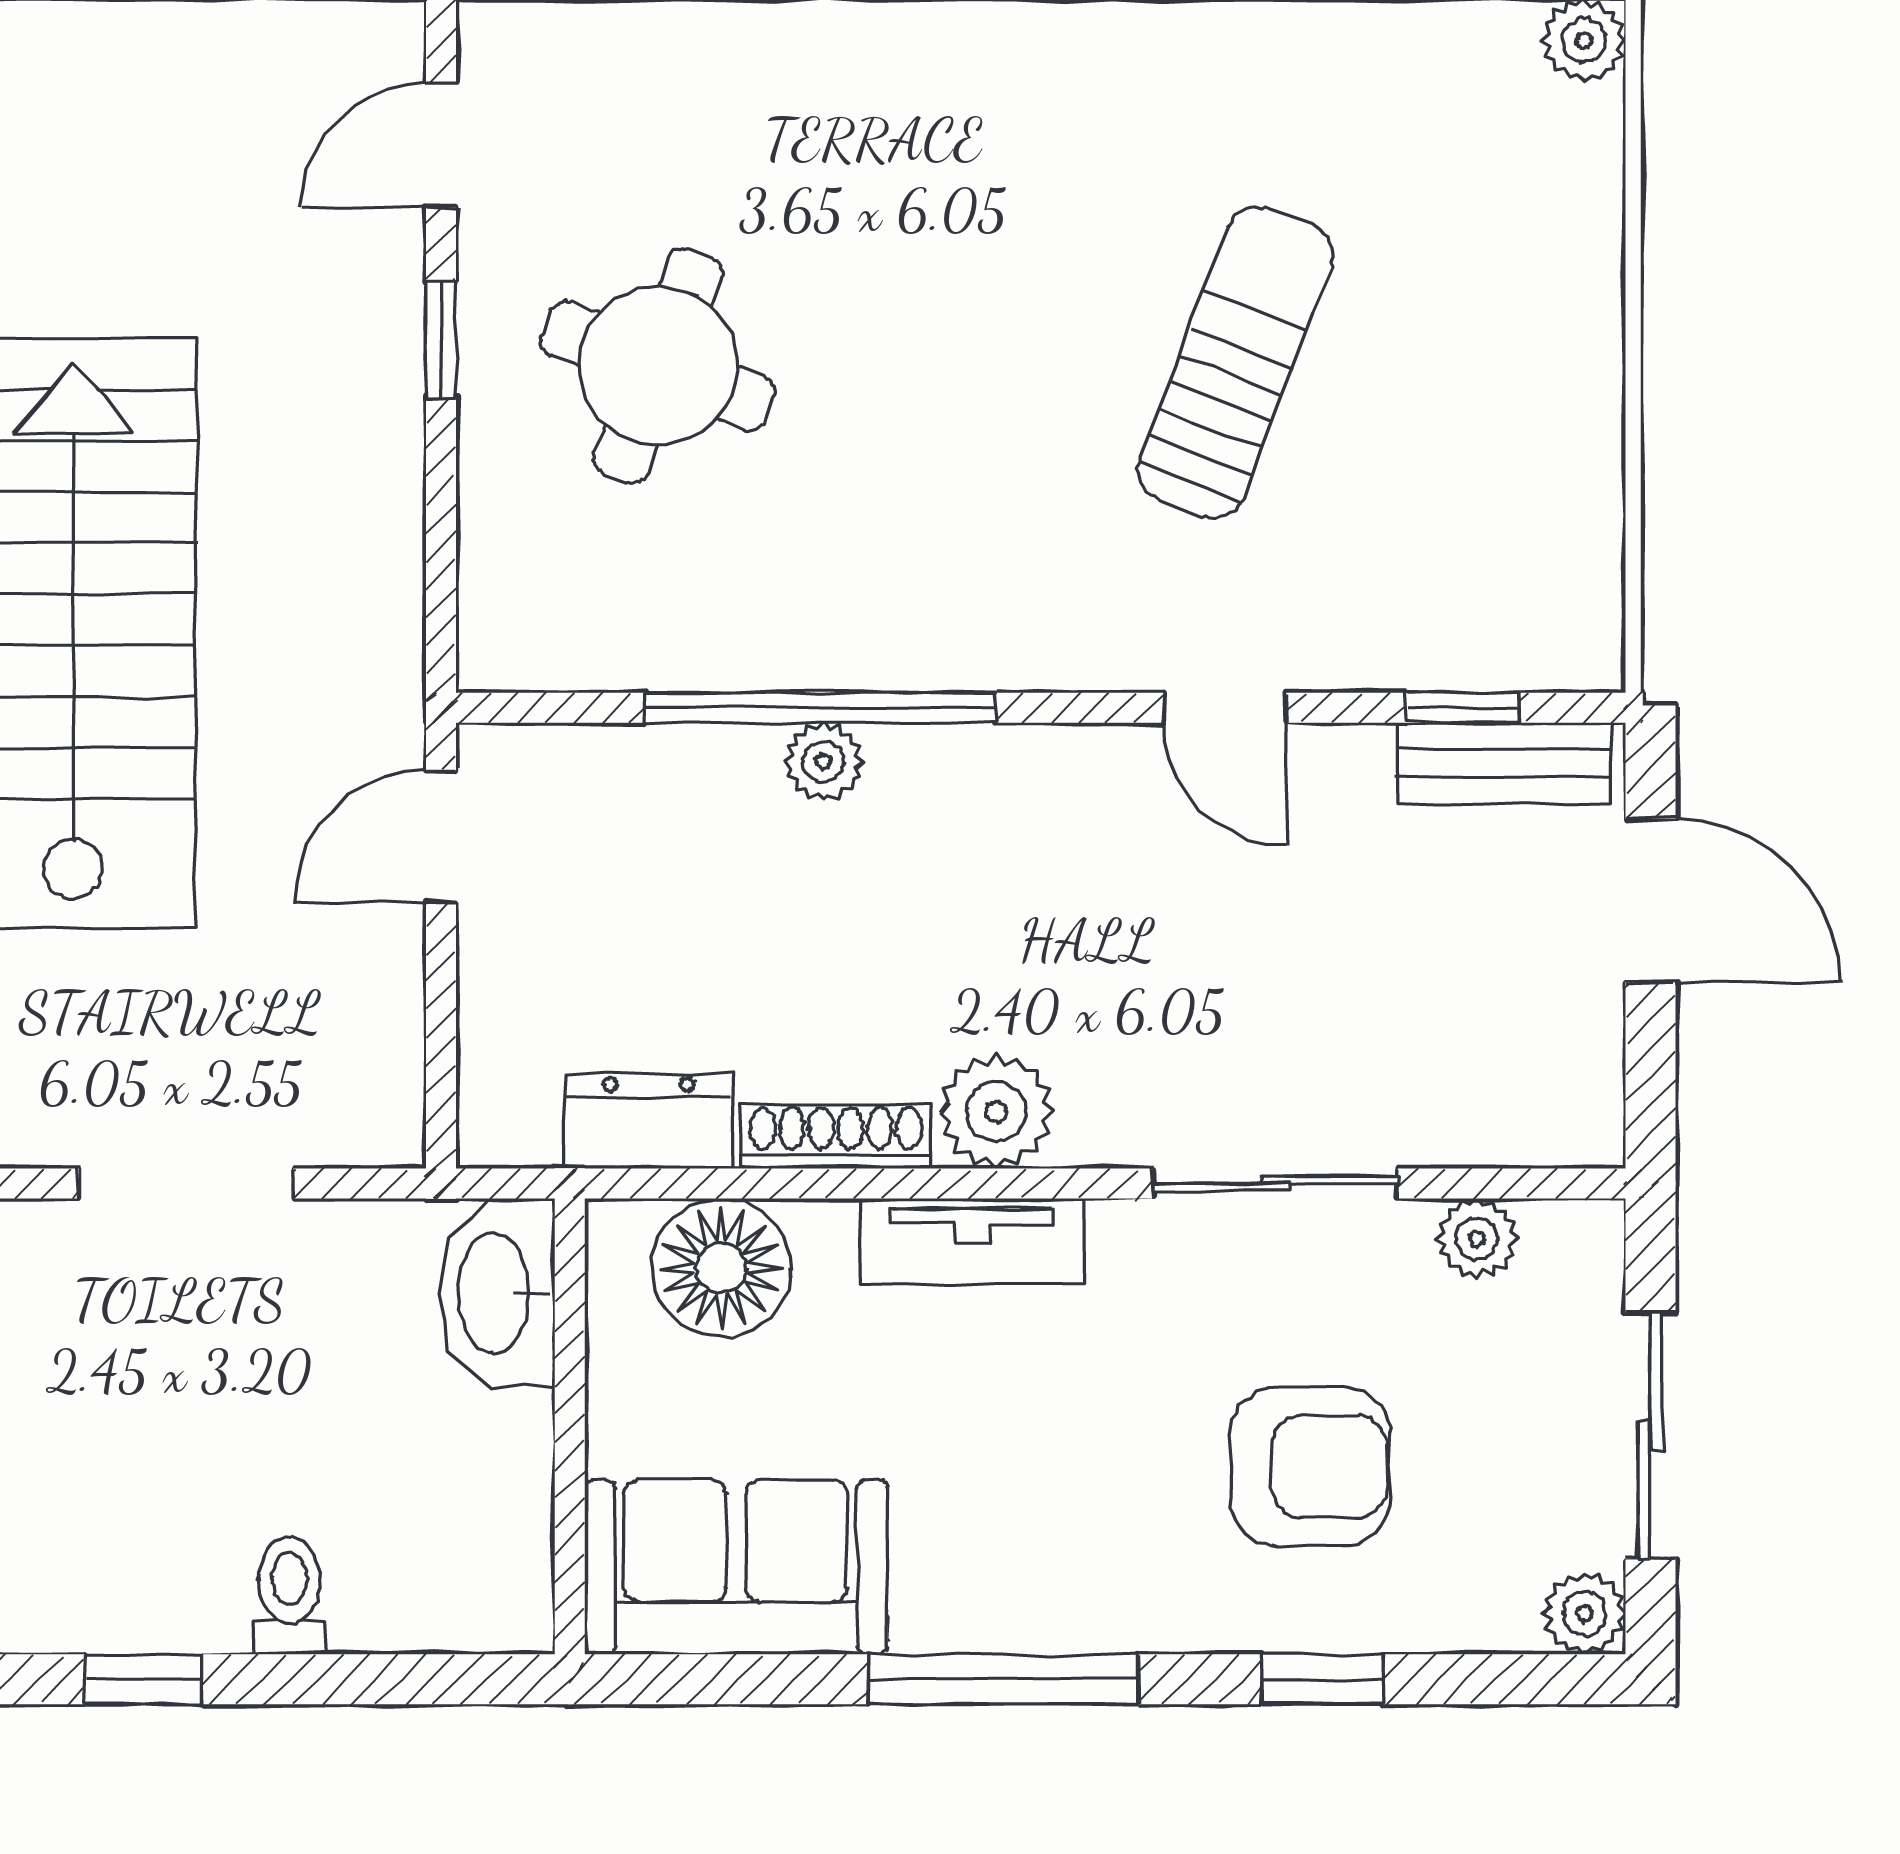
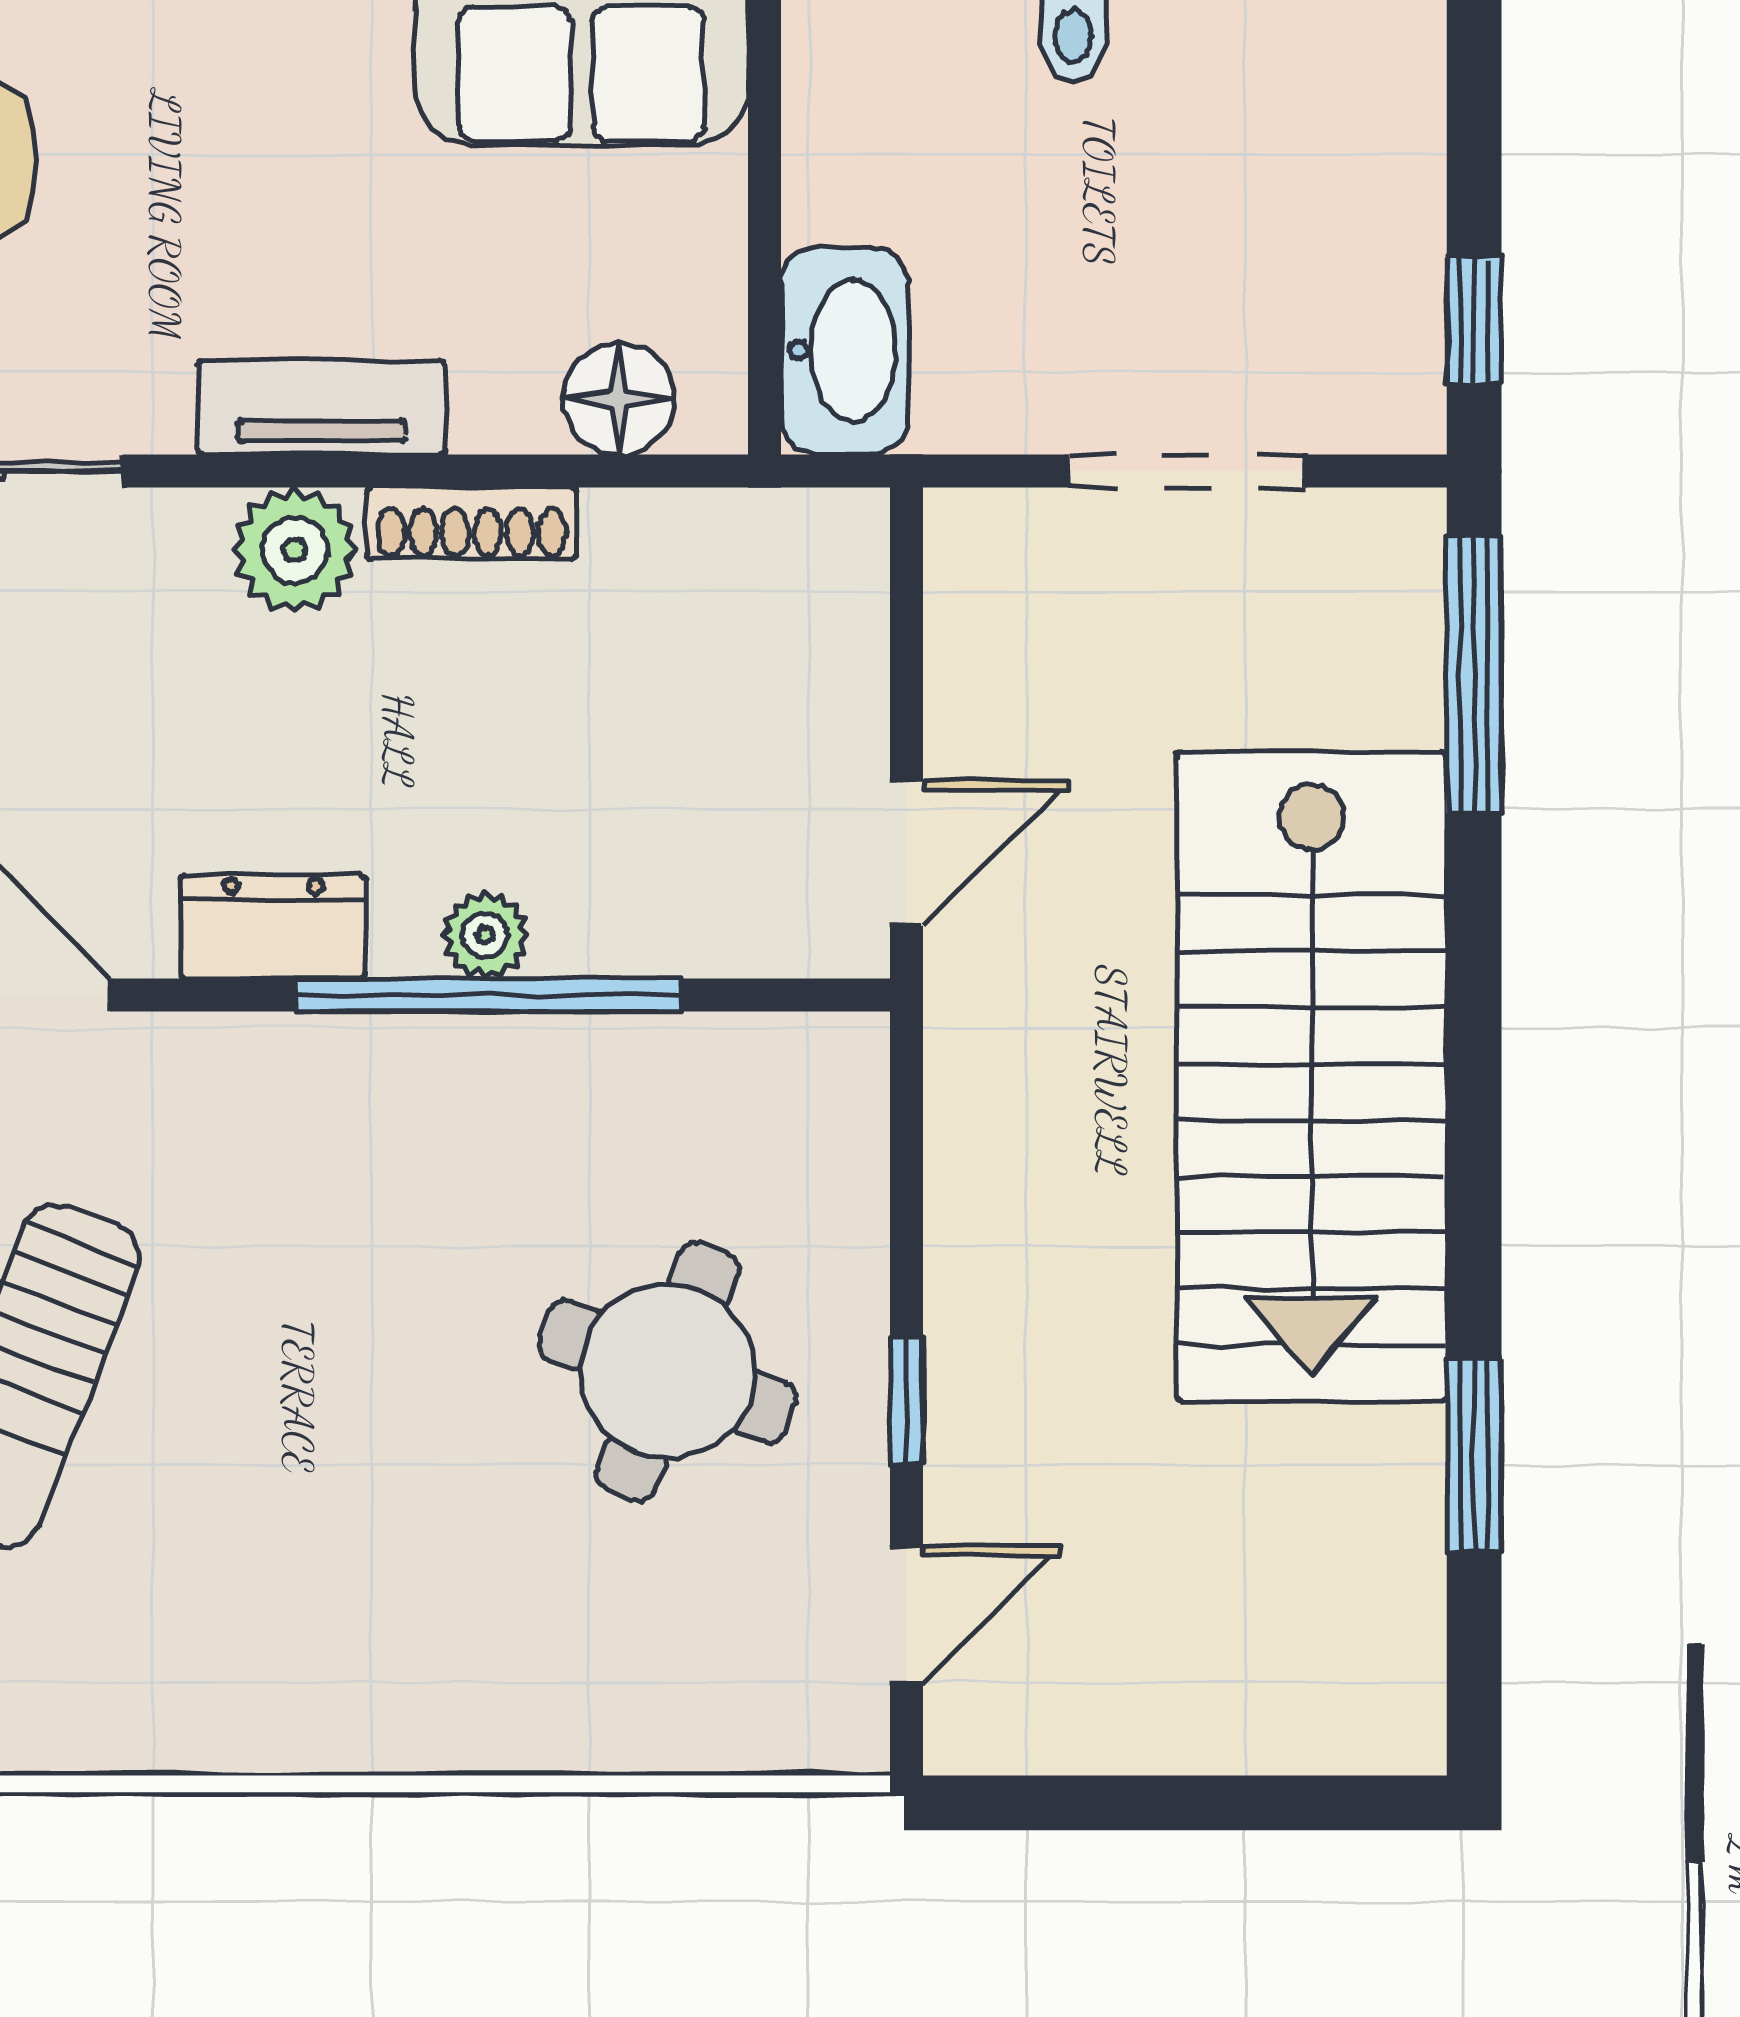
dresser: (649, 1121) -> (273, 927), moved, turned 180
floor lamp: (721, 1268) -> (619, 399), width x0.73, depth x0.73

